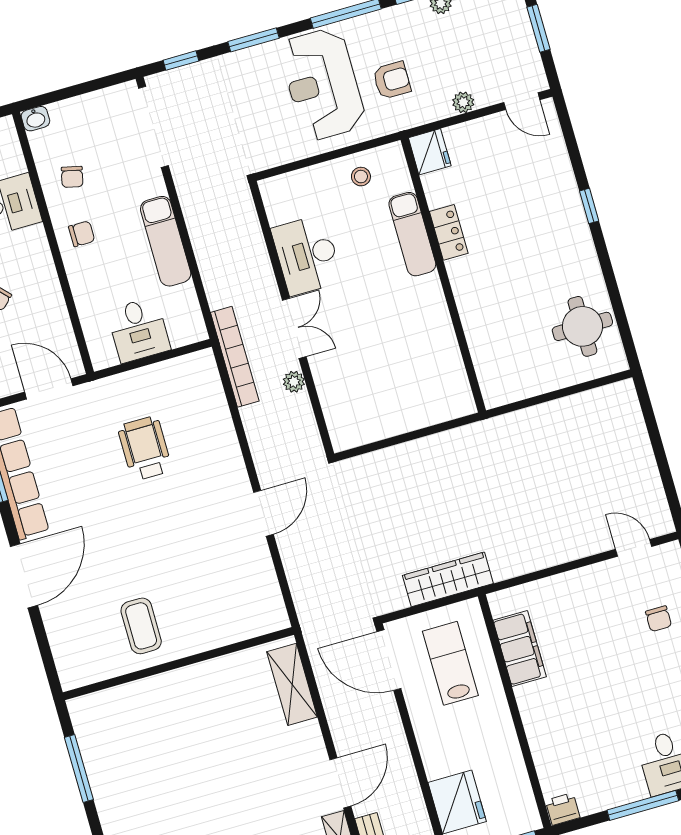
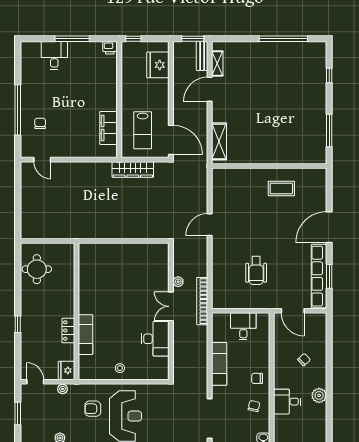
fridge: (430, 152) -> (67, 370), moved
locker: (449, 232) -> (68, 331), moved
exam couch: (412, 234) -> (86, 335), moved
wall: (443, 275) -> (77, 311), moved
coffee table: (141, 626) -> (281, 188), turned 90

